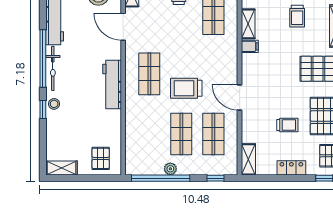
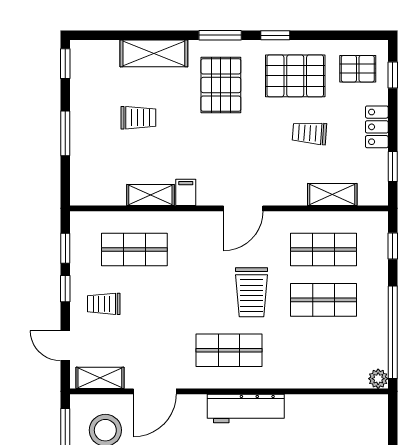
door: (240, 97) -> (243, 208), moved
trolley: (287, 125) -> (309, 133), turned -86
pallet: (101, 158) -> (362, 427), removed
shelving: (248, 159) -> (332, 194), moved
plant: (170, 169) -> (378, 379), moved
window: (266, 178) -> (393, 167), added

